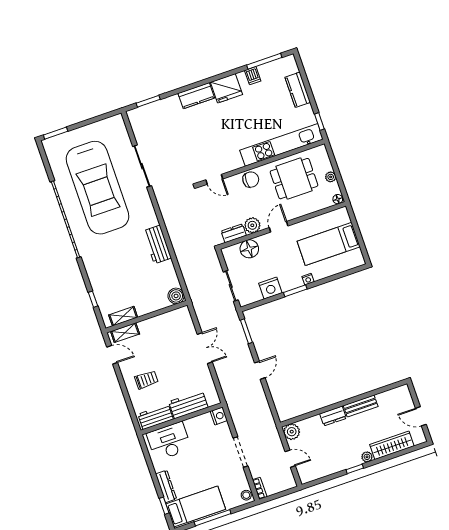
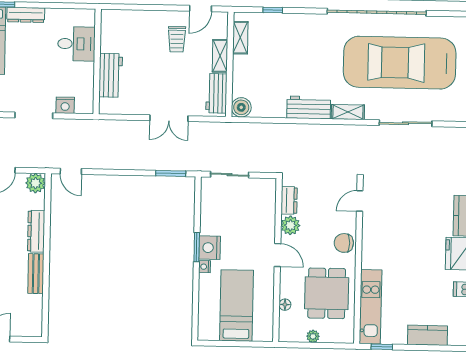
kitchen unit: (282, 145) -> (371, 307), width x0.73
chair: (251, 180) -> (344, 243), turned 90
floor lamp: (338, 199) -> (285, 305), moved
shelving: (150, 213) -> (348, 112), added
floor lamp: (249, 249) -> (265, 212), removed
nightstand: (270, 288) -> (210, 248), moved
shelving: (125, 333) -> (220, 56), moved
door: (260, 370) -> (71, 171), moved
trolley: (146, 380) -> (177, 39), moved
nightstand: (219, 416) -> (65, 105), moved
dresser: (333, 416) -> (36, 231), width x1.44
workbench: (156, 417) -> (216, 93), moved, turned 180
desk: (169, 441) -> (76, 44), width x0.73

